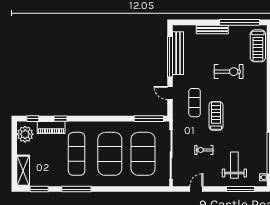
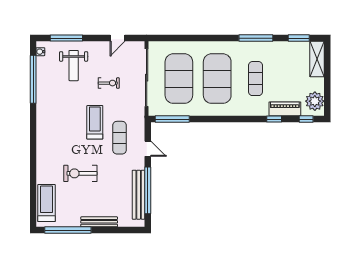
treadmill: (216, 116) -> (95, 122), turned 180
exercise mat: (77, 154) -> (256, 79), width x0.73, depth x0.69

